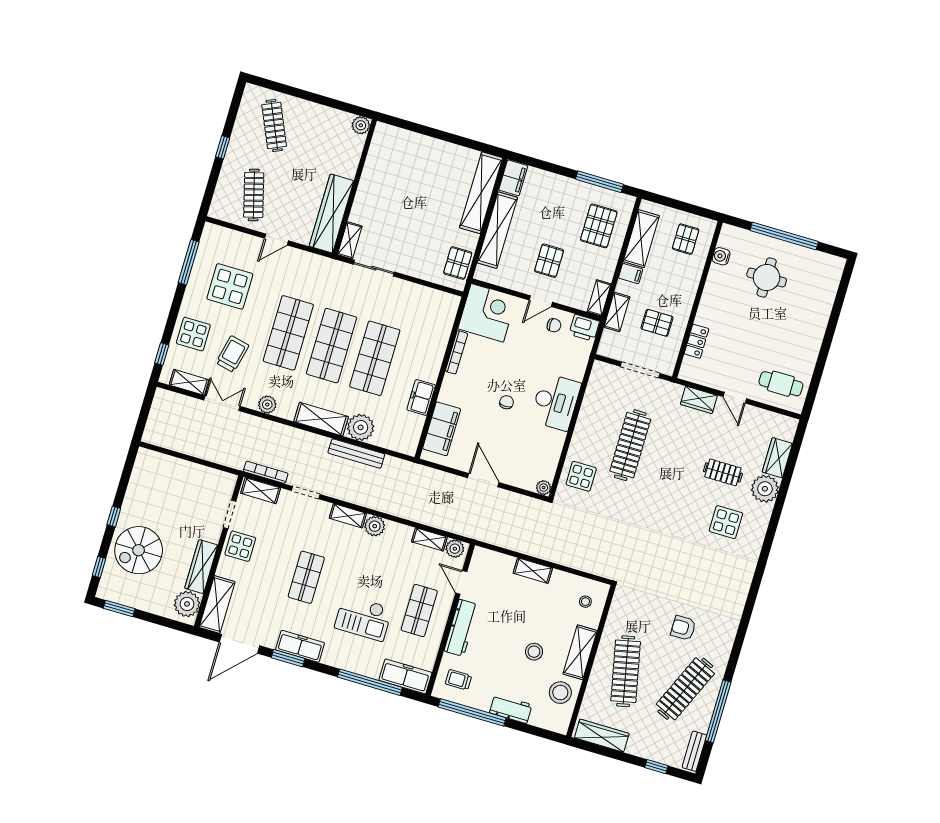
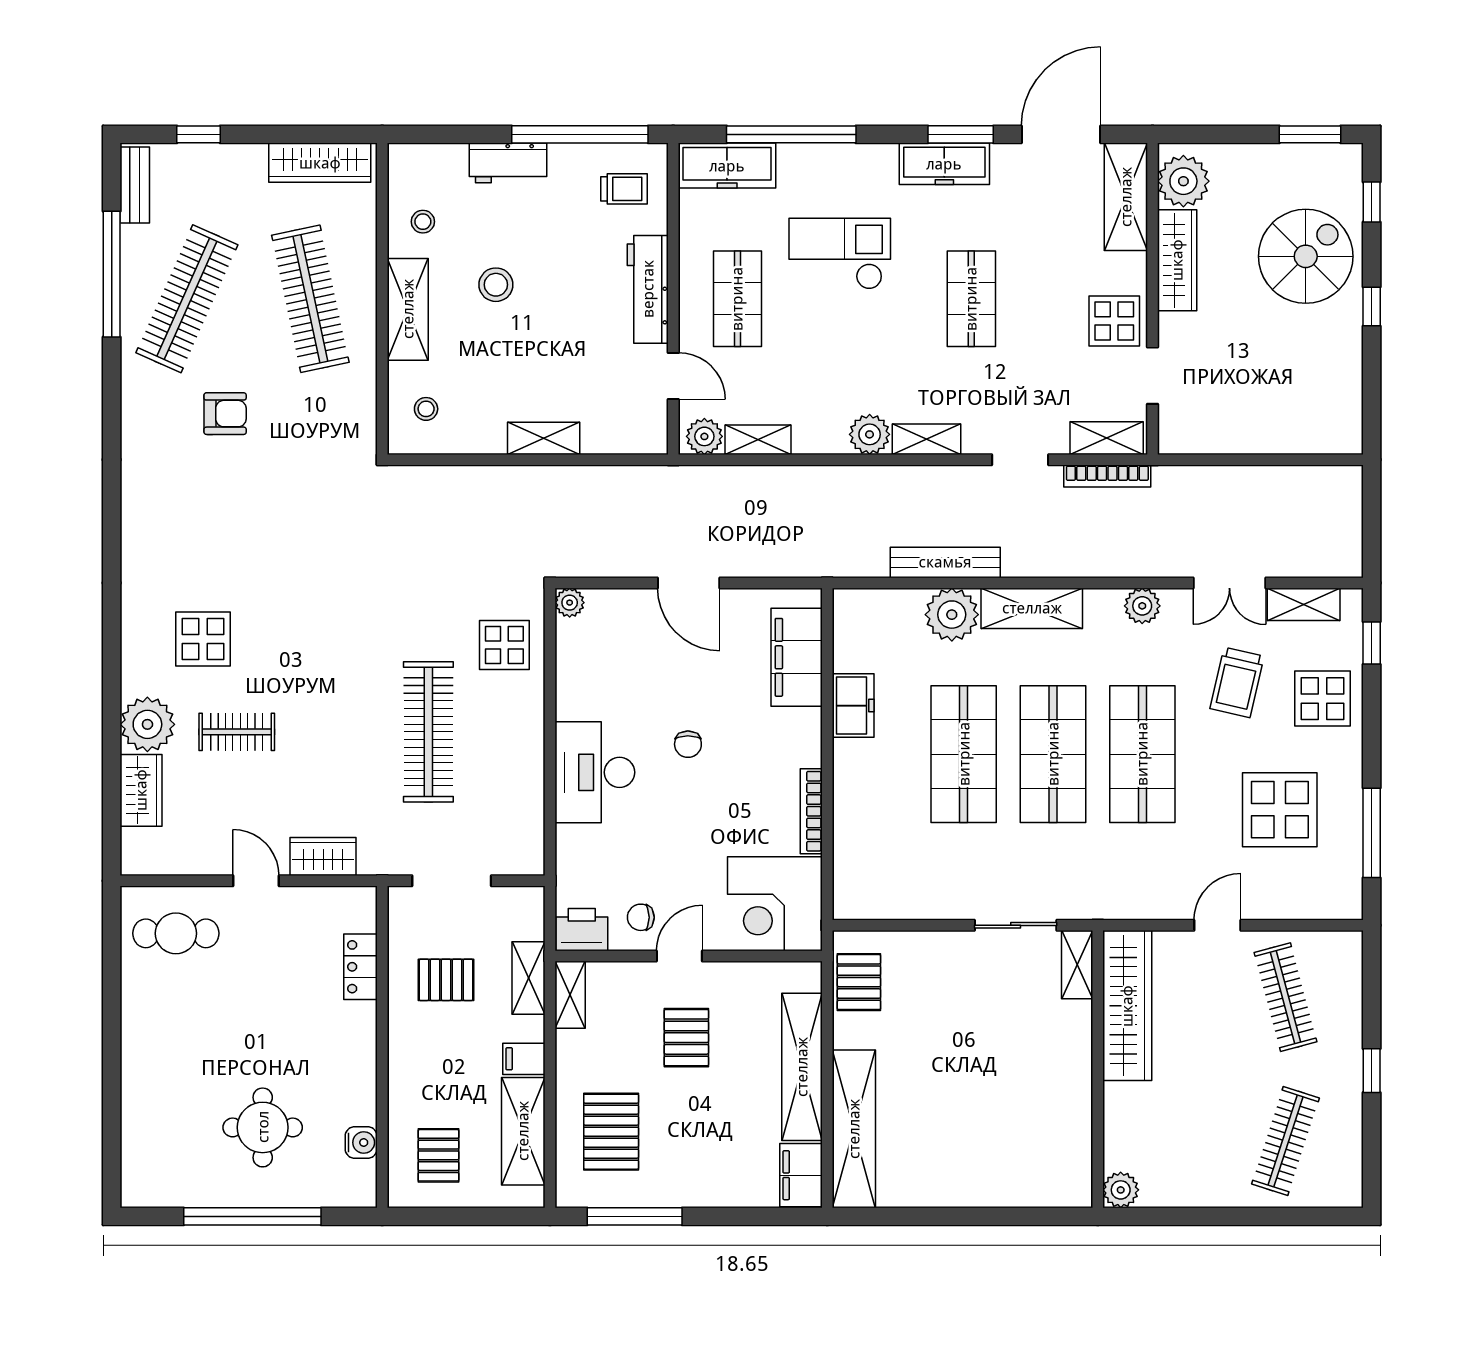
clothes rail: (274, 126) -> (1286, 1141), turned 42
stool: (560, 693) -> (423, 222), width x0.53, depth x0.53

